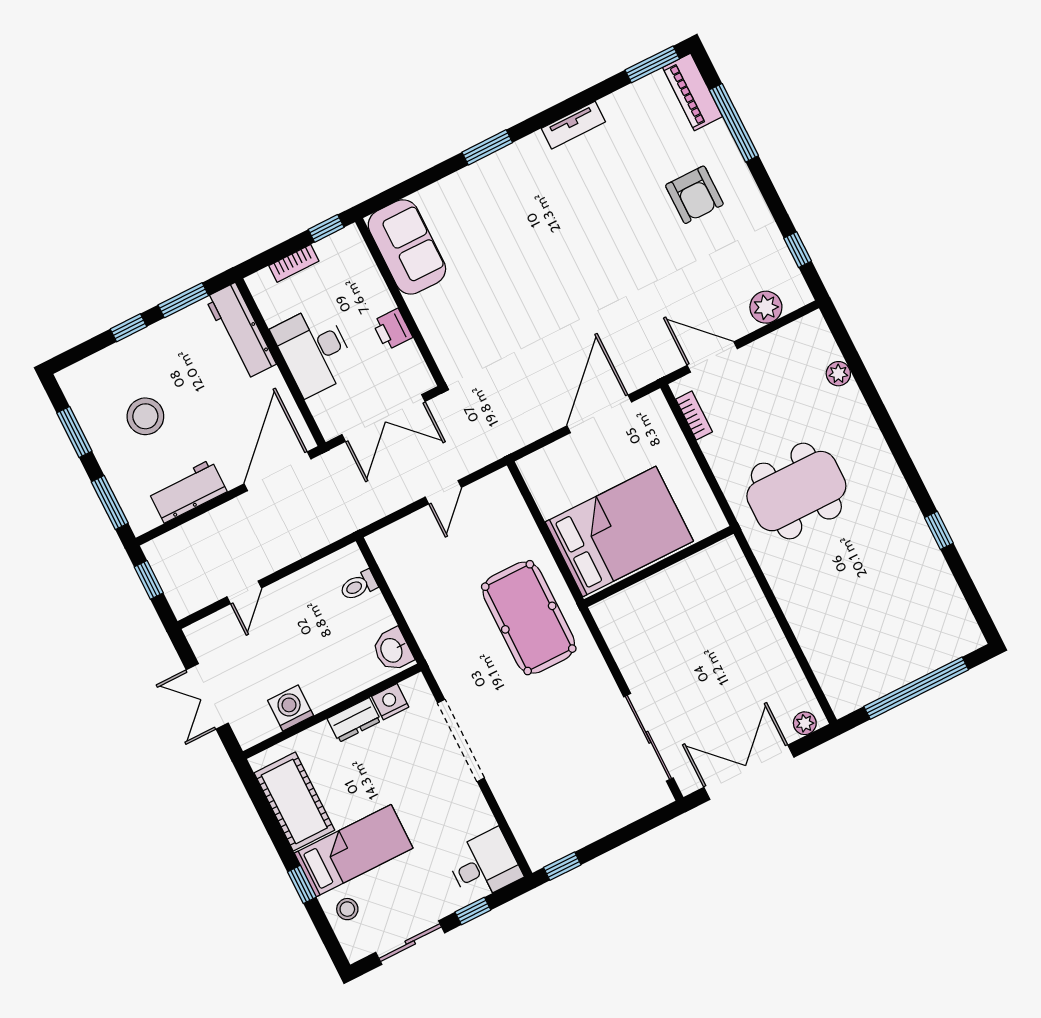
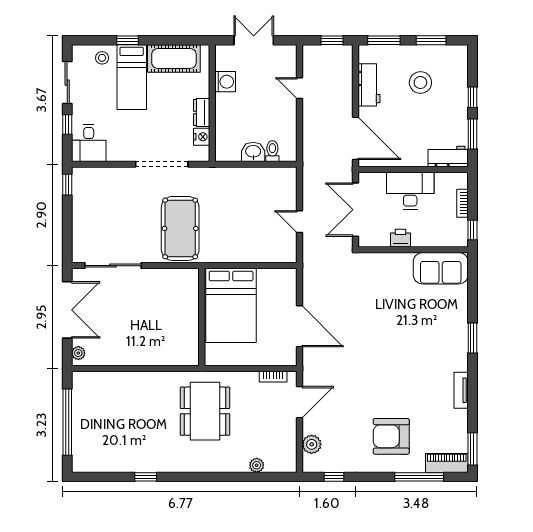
armchair: (694, 195) -> (391, 436), width x1.36, depth x1.36
workbench: (241, 331) -> (448, 156), width x0.73
pool table: (529, 618) -> (180, 228), moved, turned 90
washbasin: (392, 650) -> (253, 152), moved

